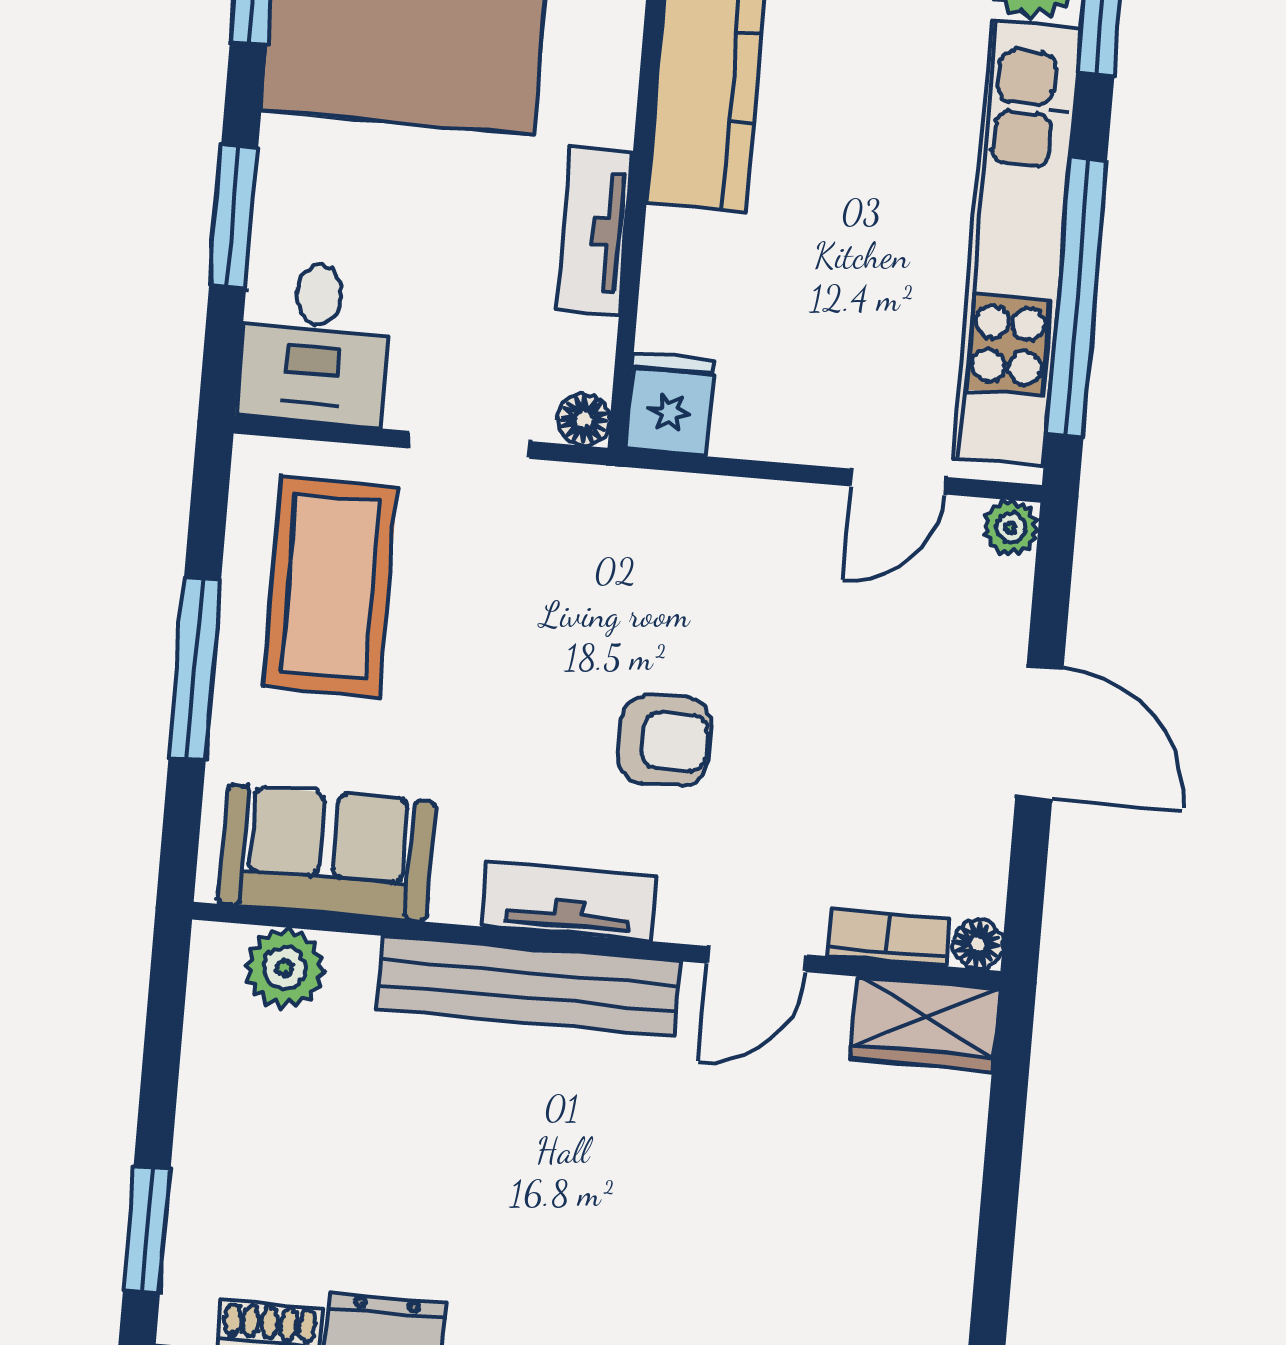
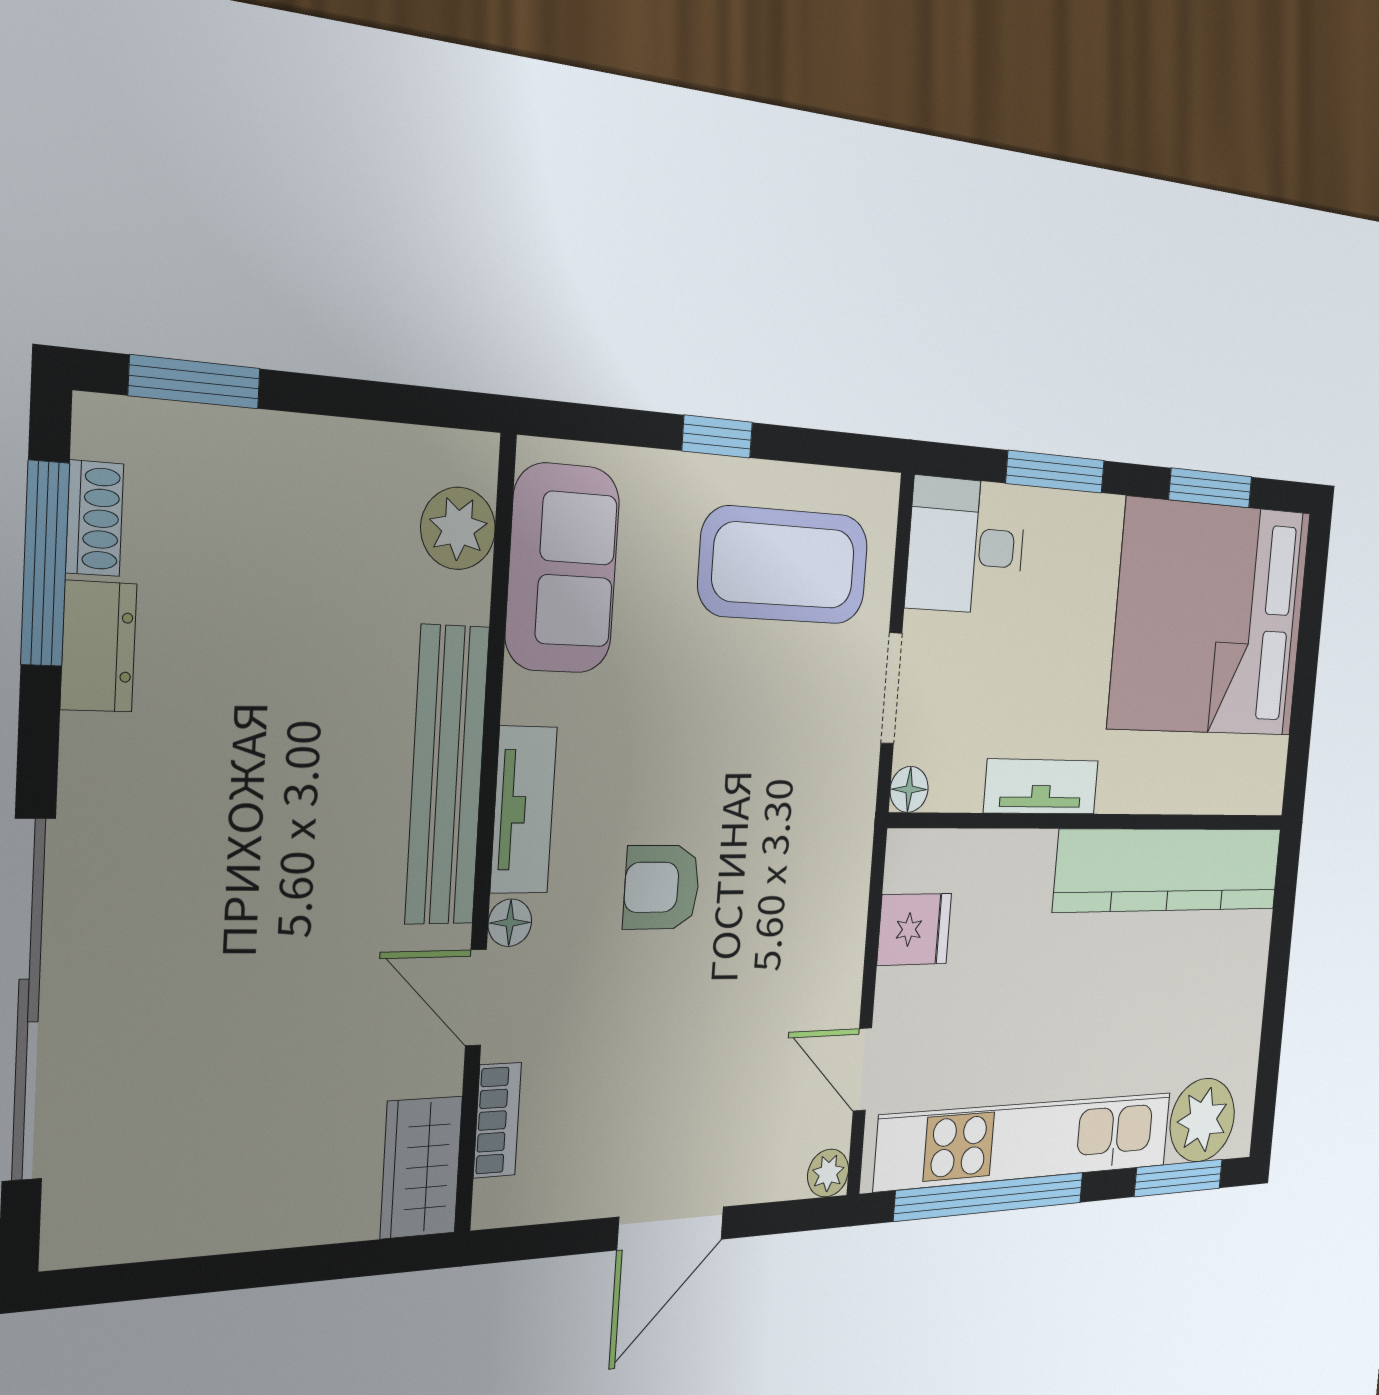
fridge: (670, 405) -> (914, 929), moved
window: (195, 669) -> (717, 437), width x0.46
armchair: (664, 740) -> (662, 887), turned 90
floor lamp: (978, 944) -> (510, 923), moved

